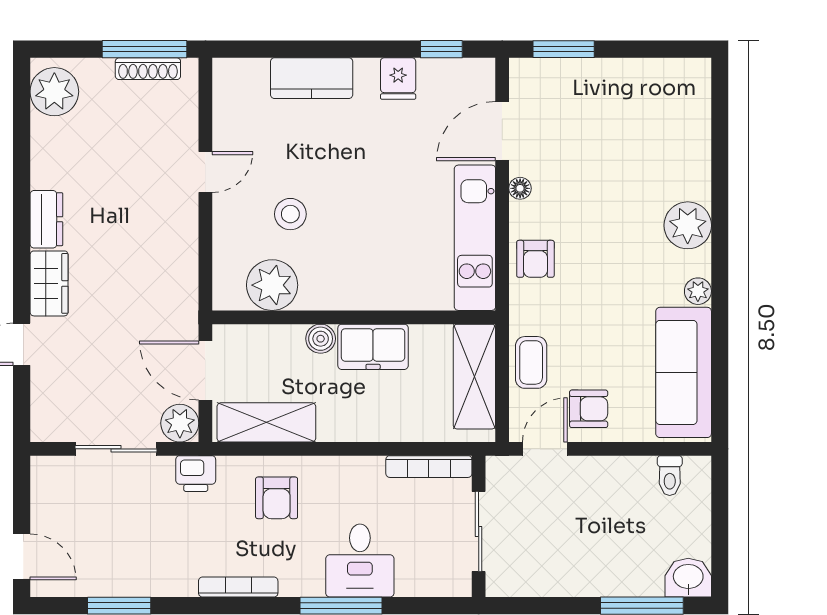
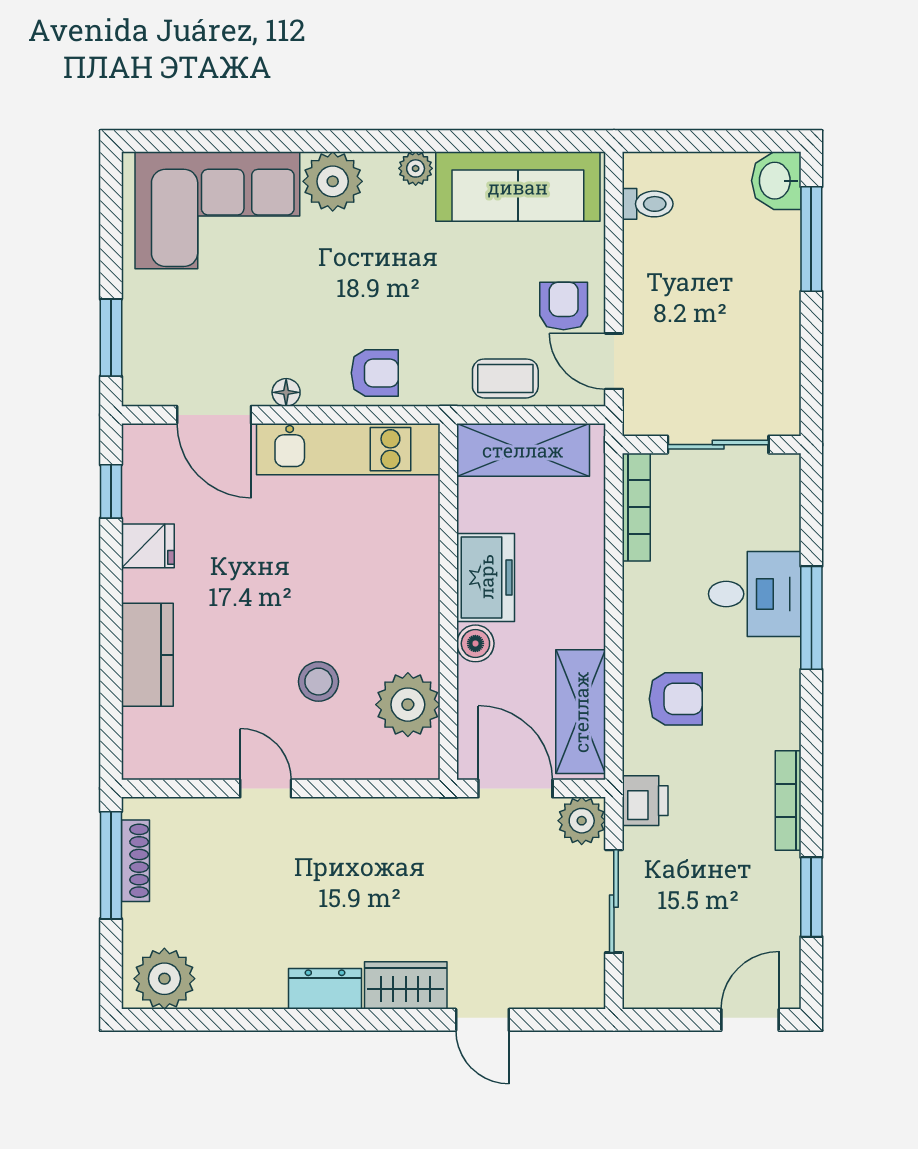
corner sofa: (665, 134) -> (217, 210), added
door: (205, 370) -> (515, 788), swing flipped
bookcase: (238, 587) -> (788, 800), moved

